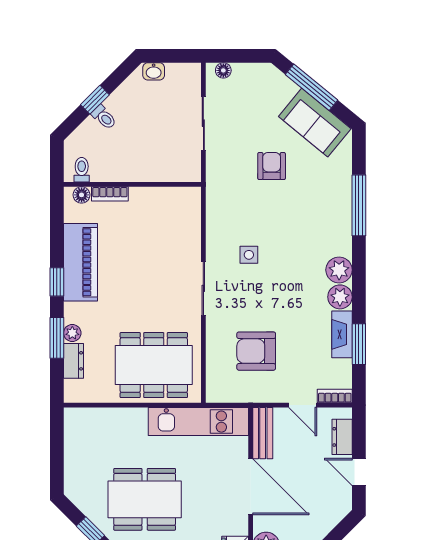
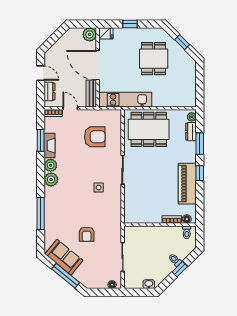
plant: (72, 333) -> (192, 117), moved
dining table: (145, 499) -> (154, 59), width x0.73

